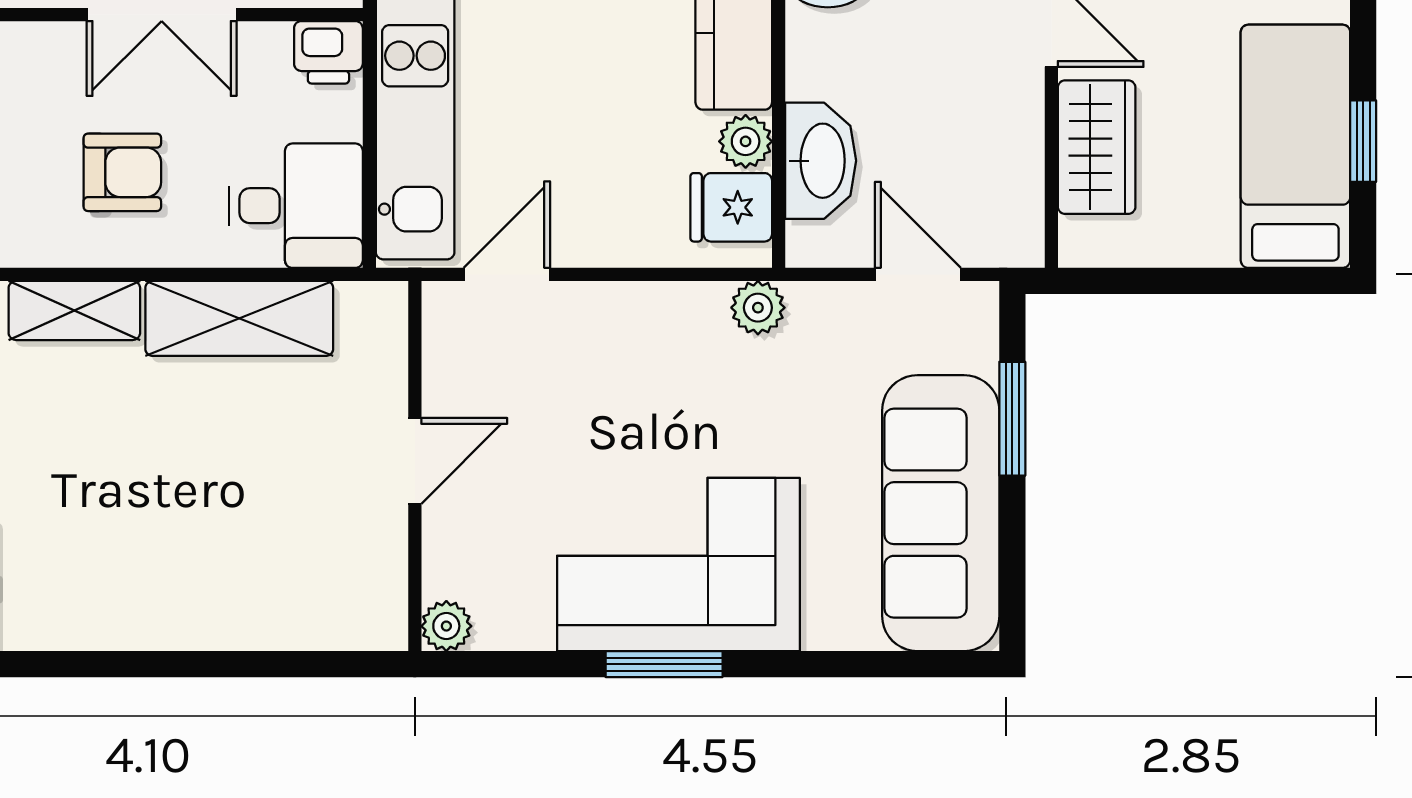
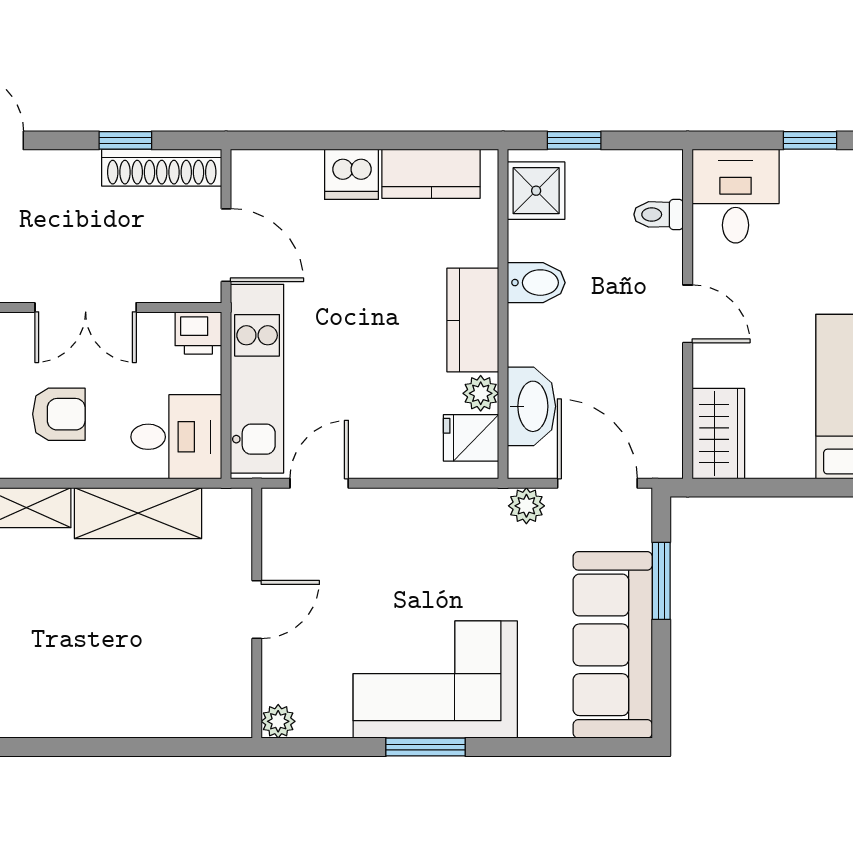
wardrobe: (1097, 147) -> (718, 434), moved
door: (918, 274) -> (597, 483), width x1.38
plant: (758, 308) -> (526, 506), moved

